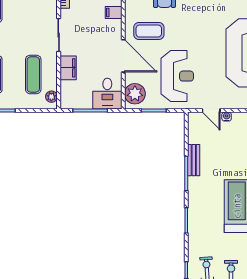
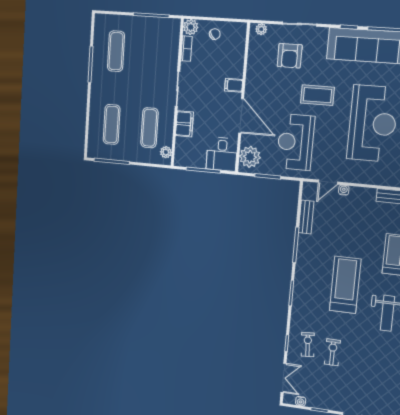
filing cabinet: (114, 12) -> (234, 85), moved
coffee table: (149, 31) -> (317, 95), moved
reception desk: (177, 76) -> (295, 142), turned 180
door: (211, 111) -> (328, 182), hinge flipped
bench: (194, 160) -> (306, 217), moved

